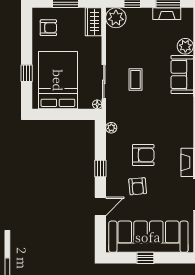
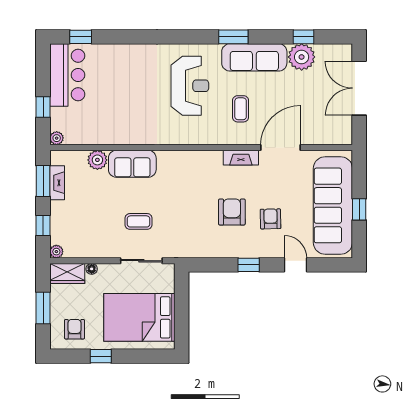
plant: (116, 18) -> (56, 252), width x0.53, depth x0.53
window: (27, 73) -> (101, 356), moved
floor lamp: (97, 104) -> (92, 269), moved
plant: (111, 128) -> (198, 251), removed
armchair: (138, 186) -> (271, 219), turned -86

